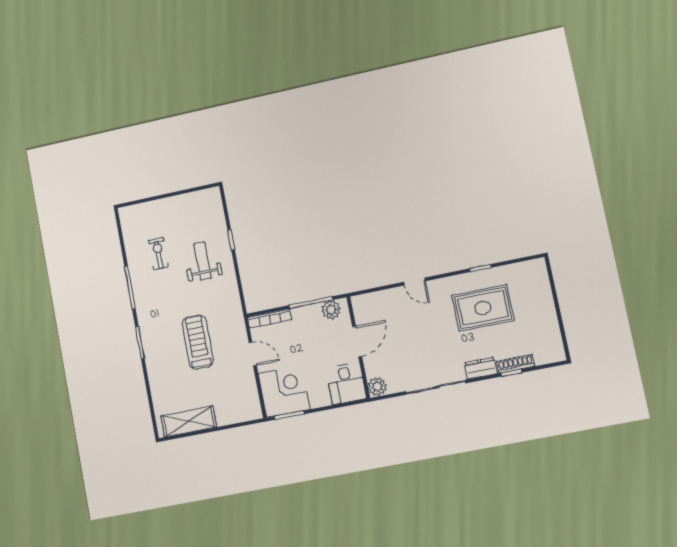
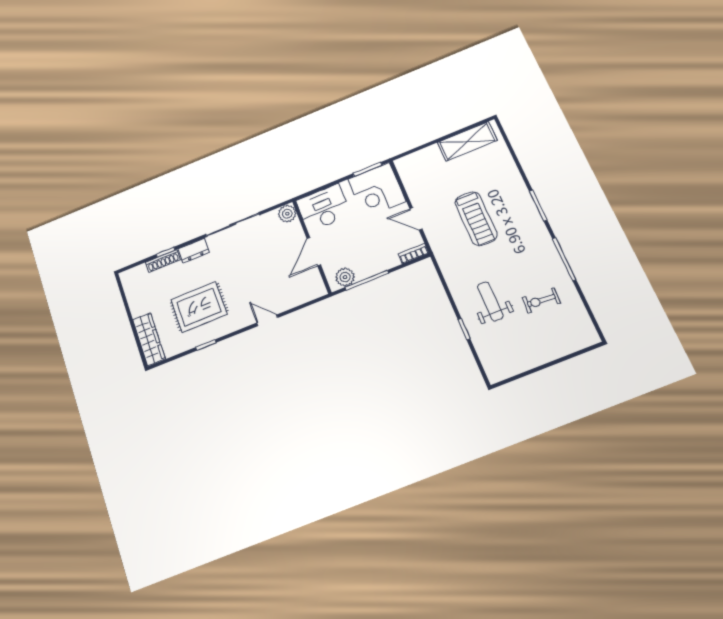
exercise bike: (158, 254) -> (541, 300), turned 94
weight bench: (203, 261) -> (490, 301), turned 180
wardrobe: (540, 285) -> (149, 339), added
bookcase: (269, 318) -> (413, 254), width x0.64
desk: (346, 383) -> (323, 208), width x1.37

